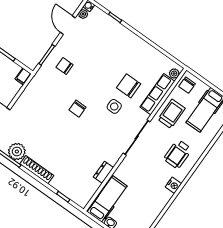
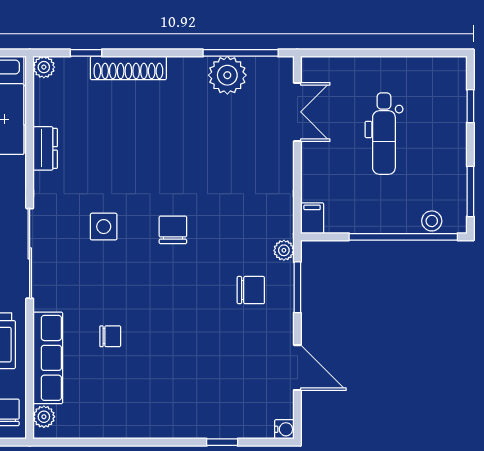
plant: (83, 14) -> (284, 250), moved
chair: (129, 86) -> (110, 336), width x0.54, depth x0.54
side table: (114, 106) -> (104, 227), moved
shoe rack: (37, 170) -> (128, 68), moved
plant: (82, 203) -> (44, 67), added

